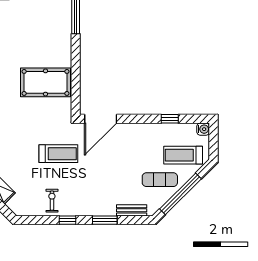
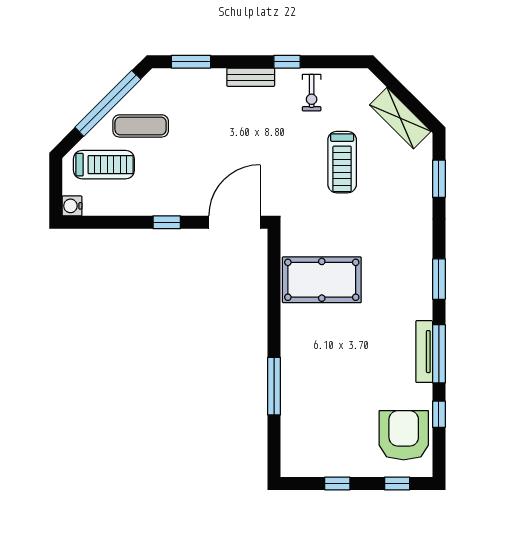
window: (170, 119) -> (167, 222), moved
treadmill: (58, 154) -> (342, 162), moved, turned -90
bench: (132, 210) -> (251, 77), moved
window: (105, 220) -> (191, 62), moved

